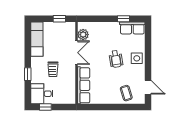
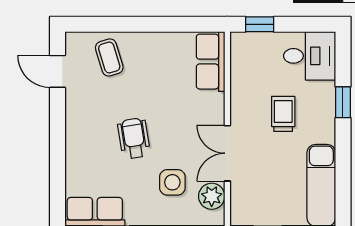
side table: (137, 58) -> (172, 182), moved
row of seats: (84, 85) -> (211, 62), width x0.68
window: (45, 107) -> (260, 24), moved

